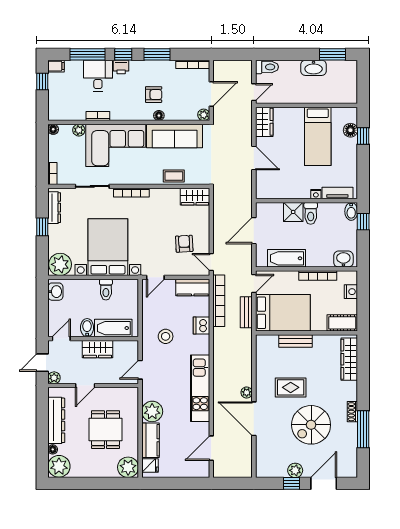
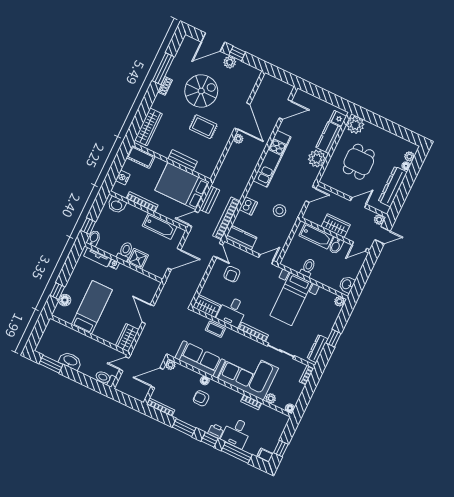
desk: (165, 204) -> (232, 312), added
bed with nightstands: (108, 247) -> (291, 299), width x0.73
plant: (60, 264) -> (339, 301), width x0.53, depth x0.53
plant: (59, 466) -> (409, 156), width x0.53, depth x0.53

